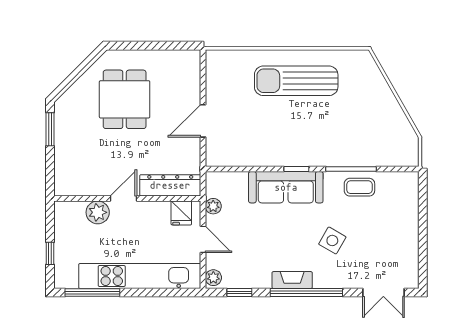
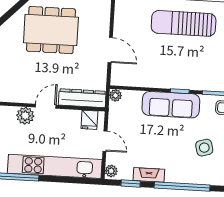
dining table: (125, 99) -> (51, 30), width x1.38
door: (203, 121) -> (110, 50), swing flipped
plant: (213, 206) -> (115, 95), moved
side table: (332, 240) -> (204, 148), turned 45
fireplace: (292, 280) -> (149, 175), moved

